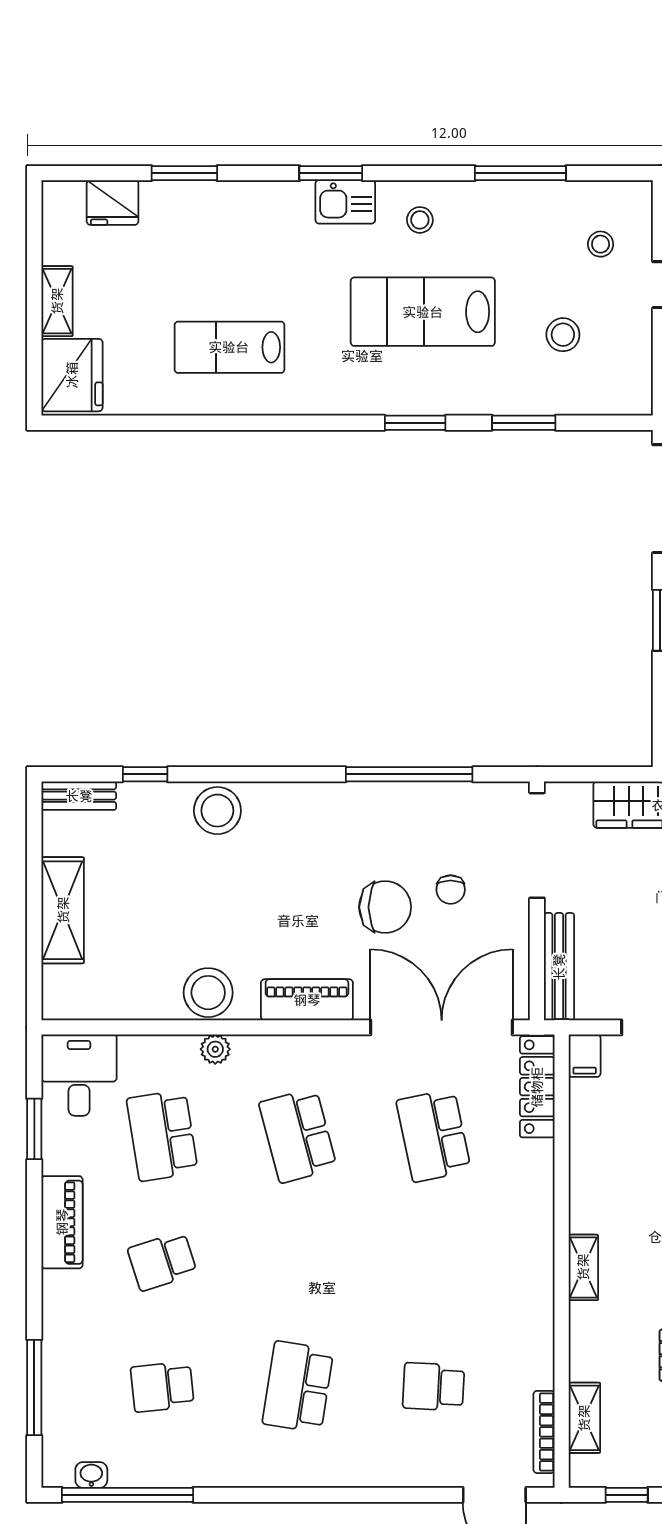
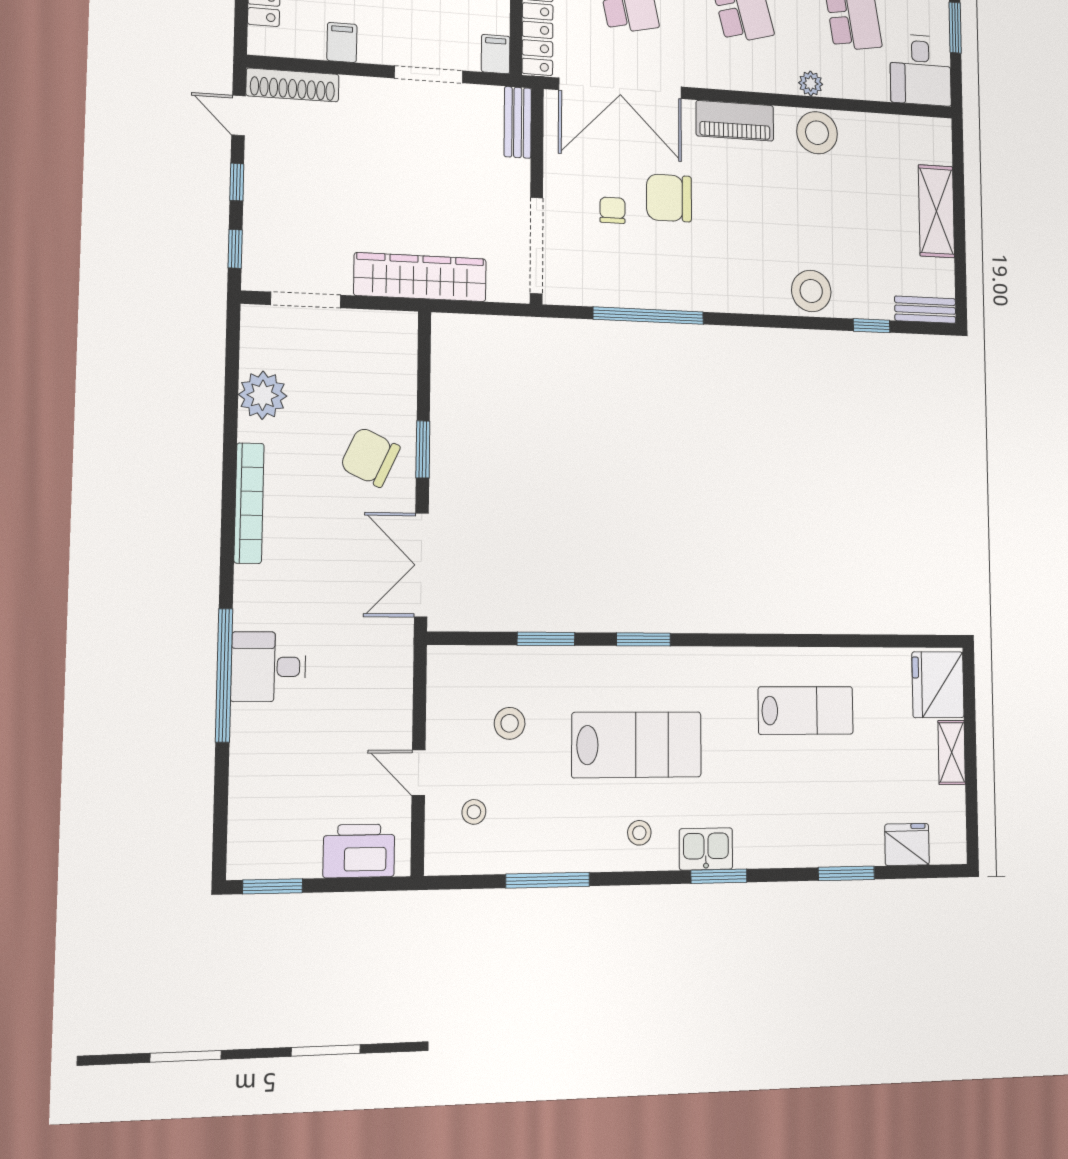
bench: (559, 967) -> (518, 122), width x0.73

